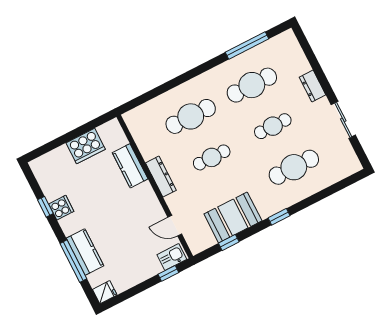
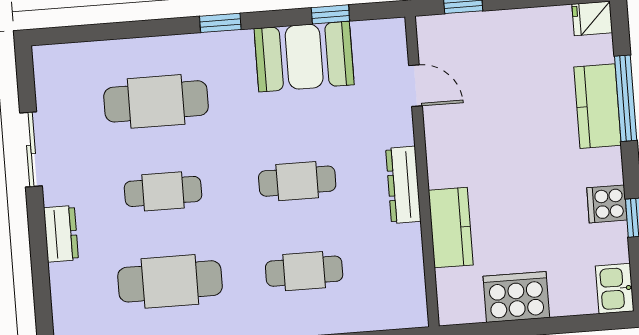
cafe table: (191, 116) -> (304, 271), width x0.73, depth x0.74
kitchen sink: (172, 257) -> (615, 289), moved, turned 90

